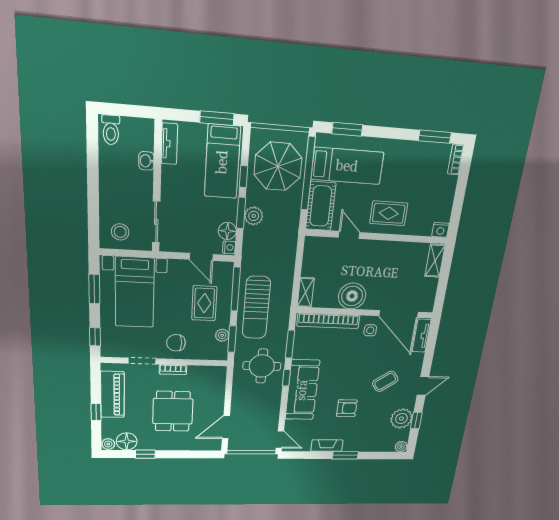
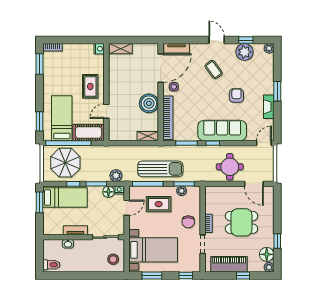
tv unit: (169, 144) -> (75, 230), moved
plant: (254, 216) -> (116, 176), moved
round table: (262, 366) -> (230, 167), moved

